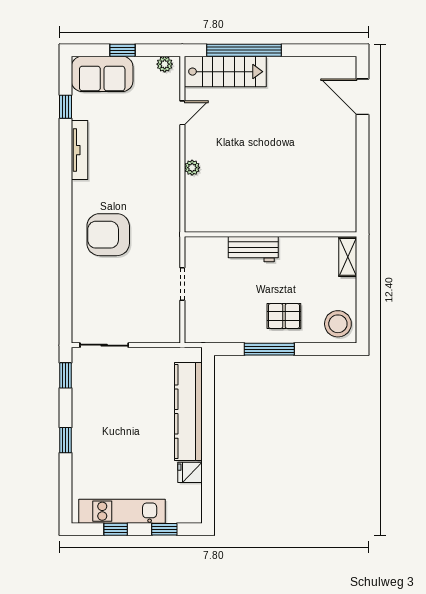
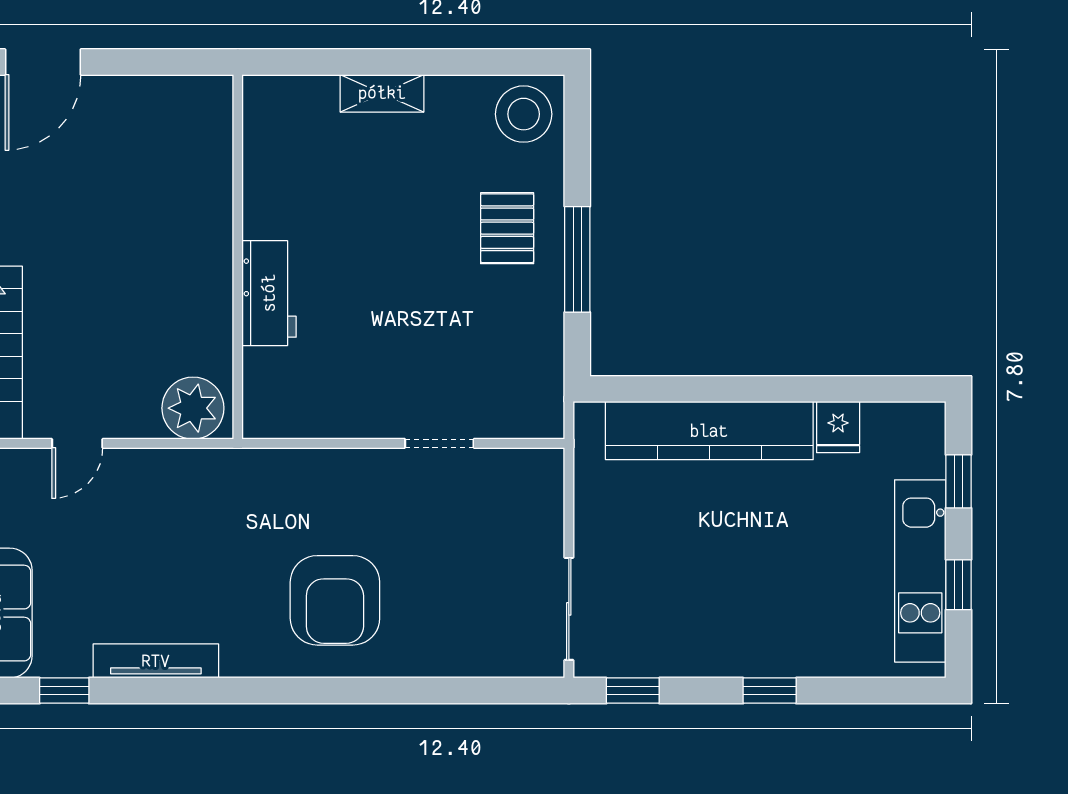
door: (182, 113) -> (77, 443), swing flipped
plant: (192, 168) -> (193, 408), width x1.88, depth x1.88
wall: (270, 234) -> (238, 257), moved
workbench: (253, 249) -> (269, 293), moved

